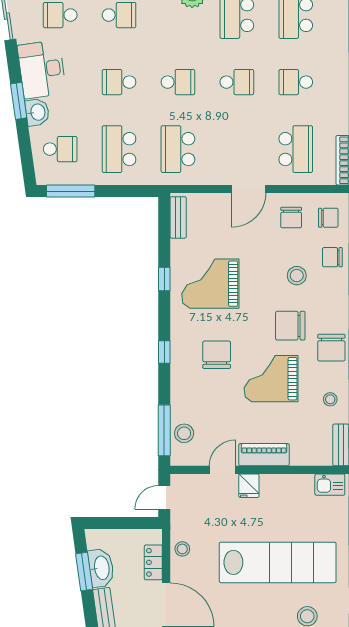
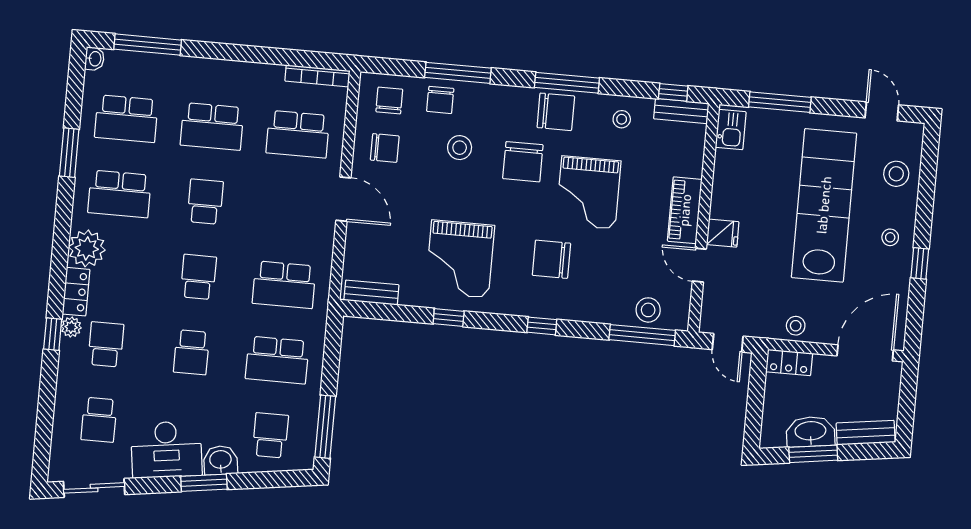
school desk: (296, 82) -> (212, 126), width x1.85
school desk: (296, 149) -> (298, 134), turned 180
locker: (153, 562) -> (789, 362), moved
stool: (258, 616) -> (890, 237), added

